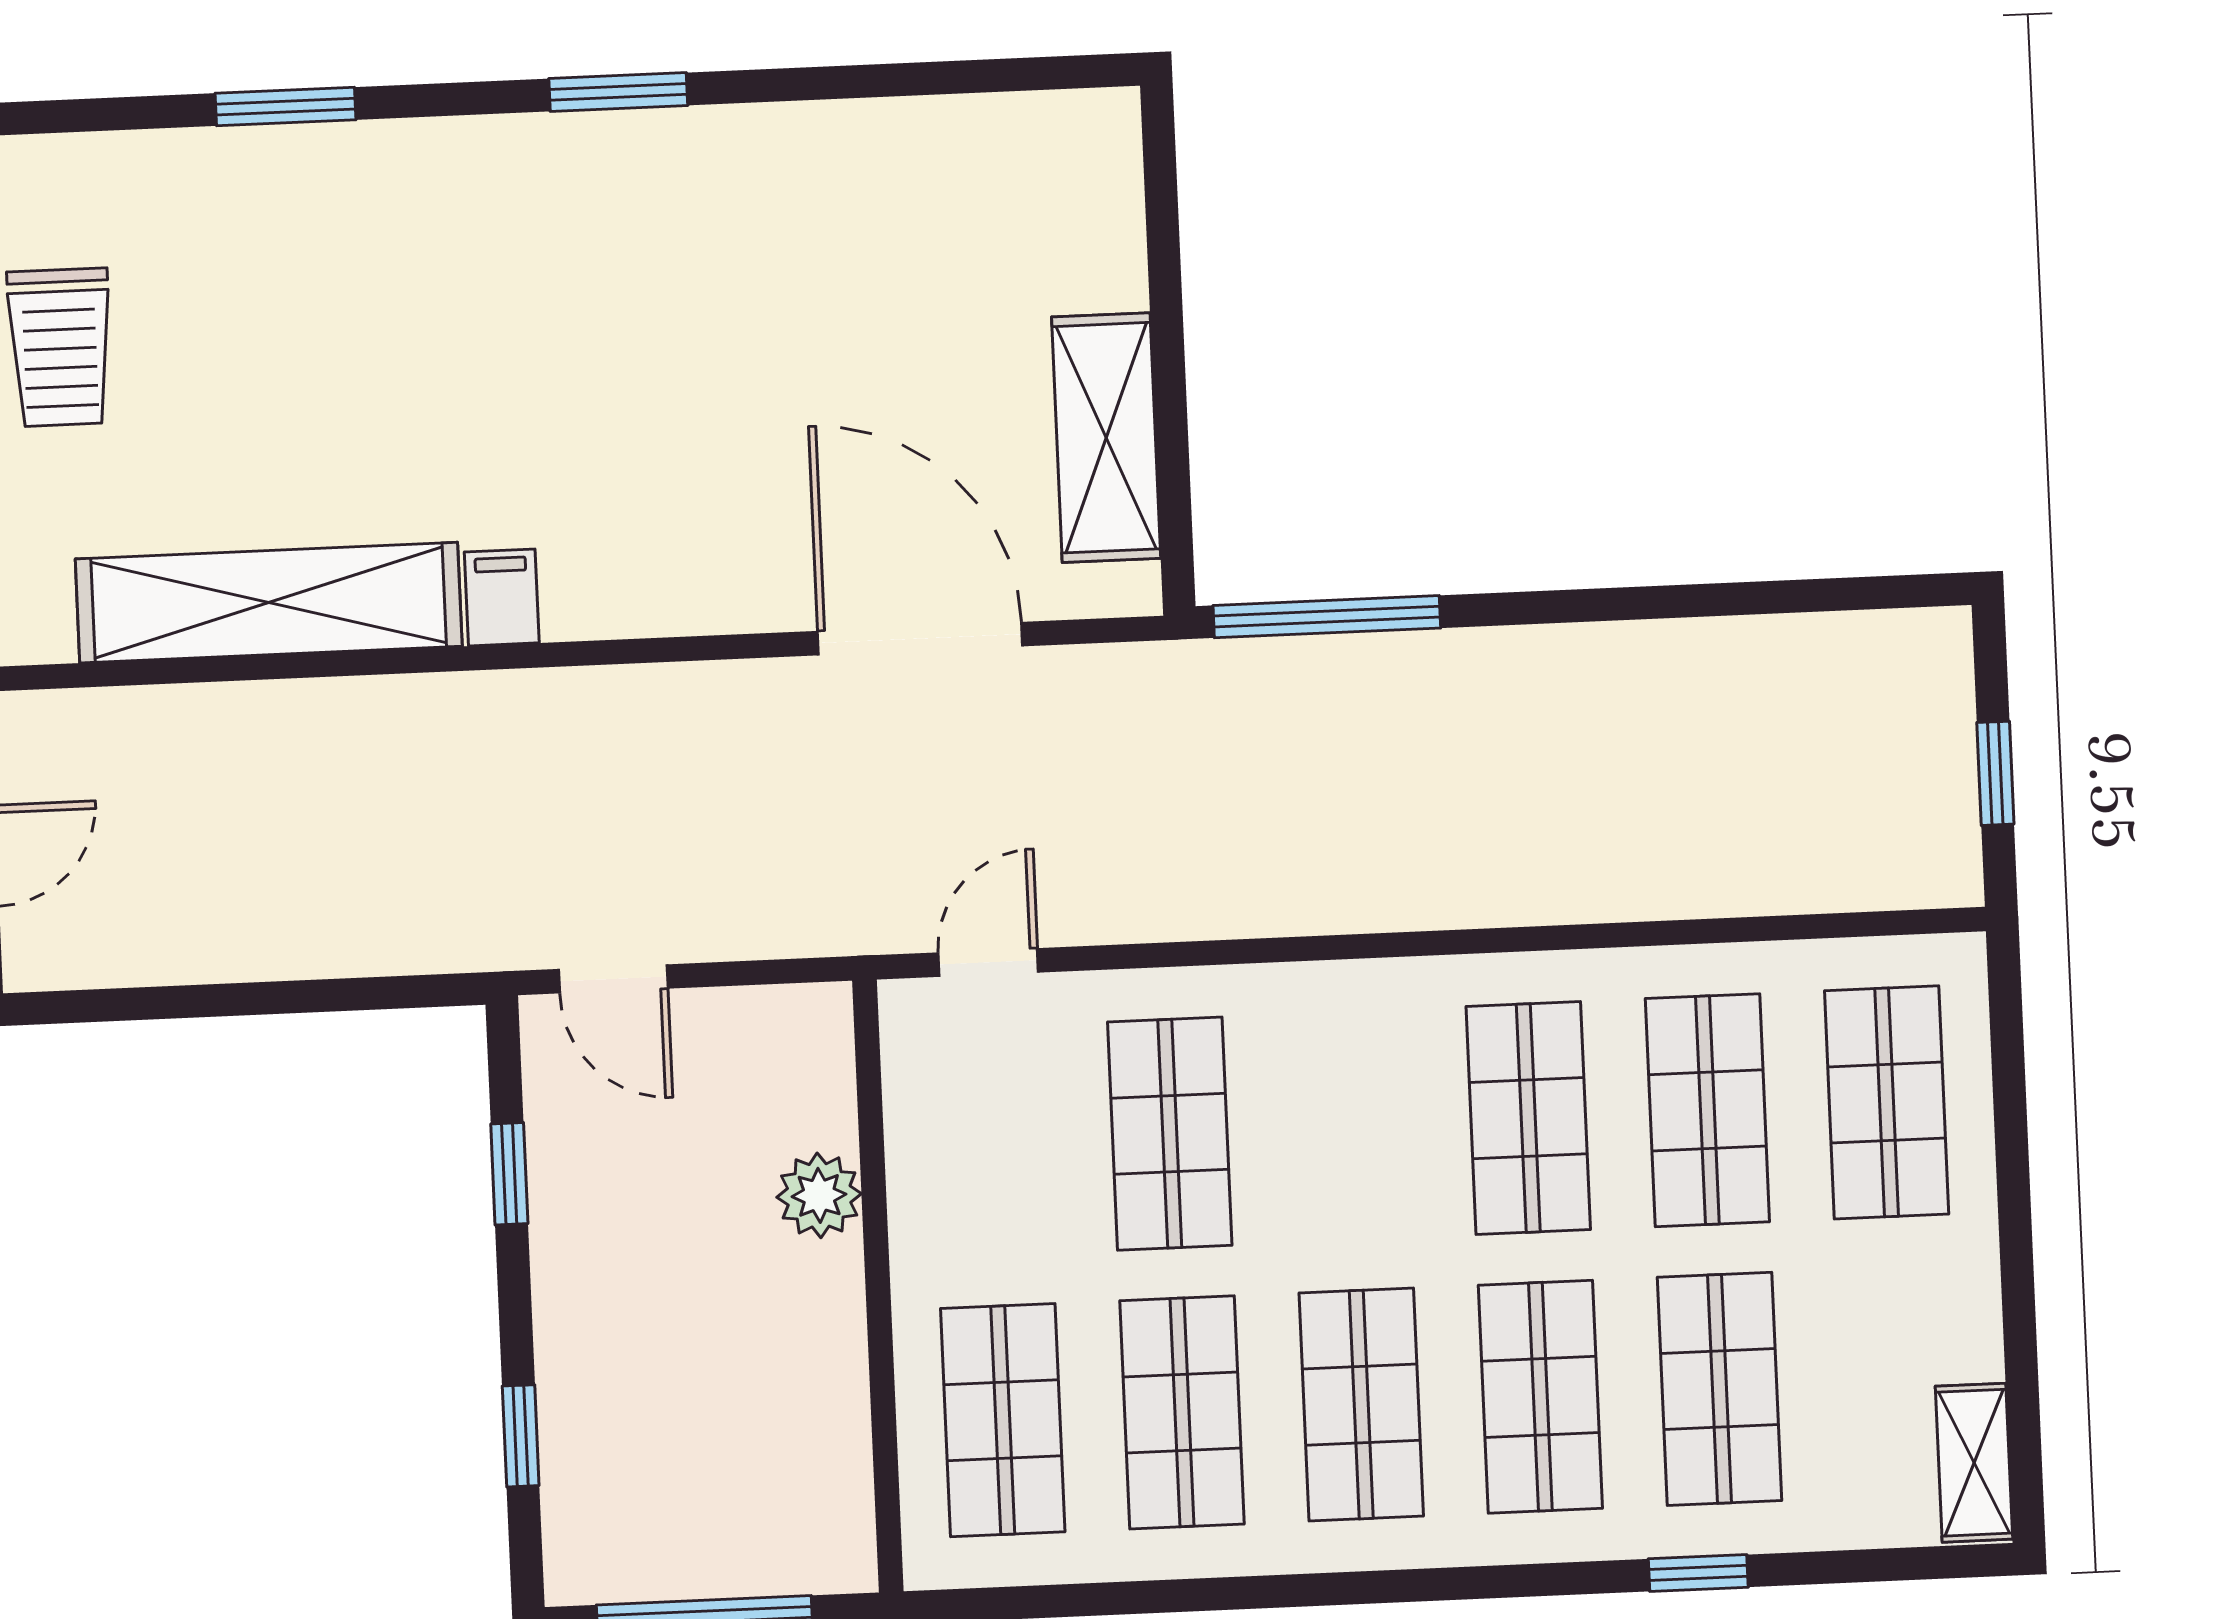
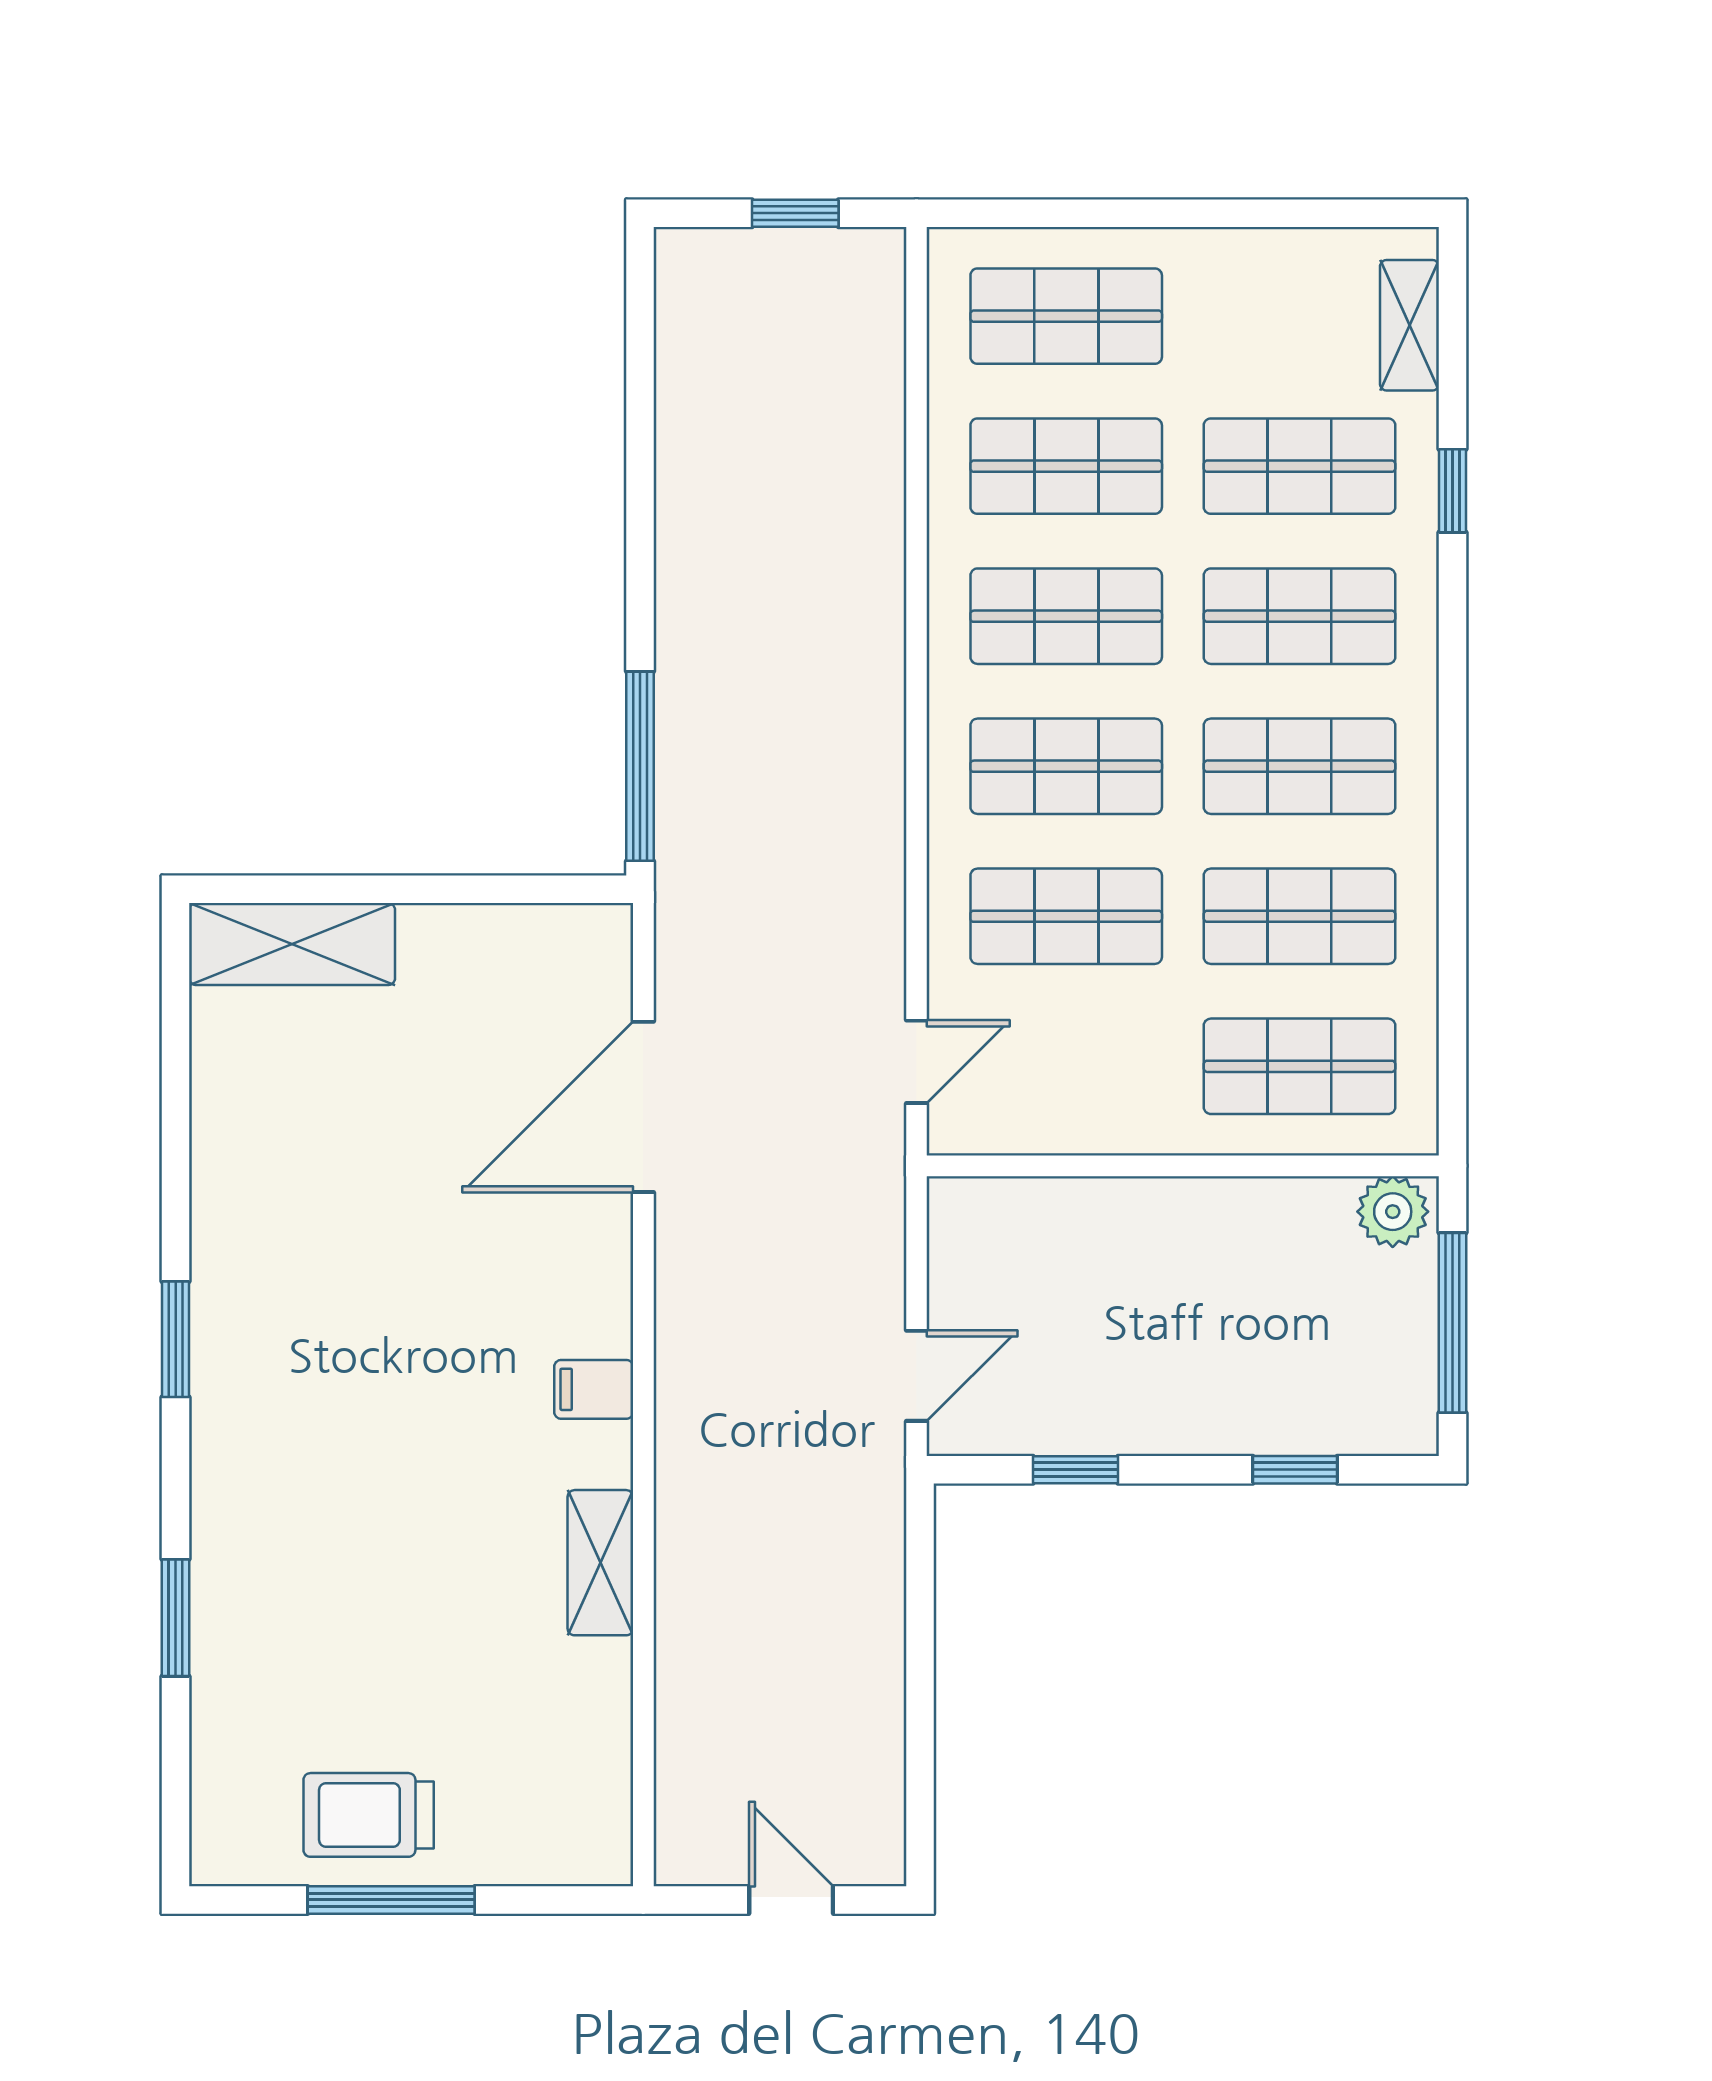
trolley: (60, 347) -> (369, 1815), turned 180
shelving: (1106, 438) -> (292, 944), moved
filing cabinet: (502, 597) -> (594, 1389), moved
shelving: (269, 603) -> (600, 1563), width x0.45, depth x0.75
door: (988, 962) -> (917, 1062), swing flipped
shop shelf: (1349, 1126) -> (1066, 766), added
plant: (819, 1195) -> (1393, 1212), moved
shelving: (1974, 1463) -> (1410, 325), moved, turned 90

